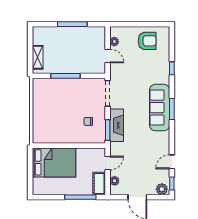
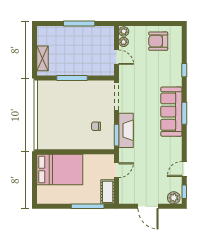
armchair: (147, 41) -> (158, 41), turned 180
plant: (115, 181) -> (124, 31), moved

